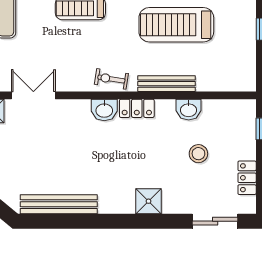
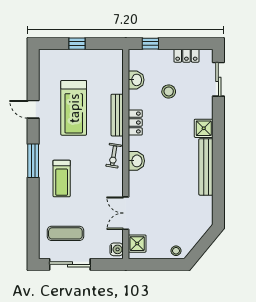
locker: (137, 108) -> (135, 123), moved
washbasin: (189, 110) -> (136, 80), moved
bench: (59, 204) -> (206, 167), moved

